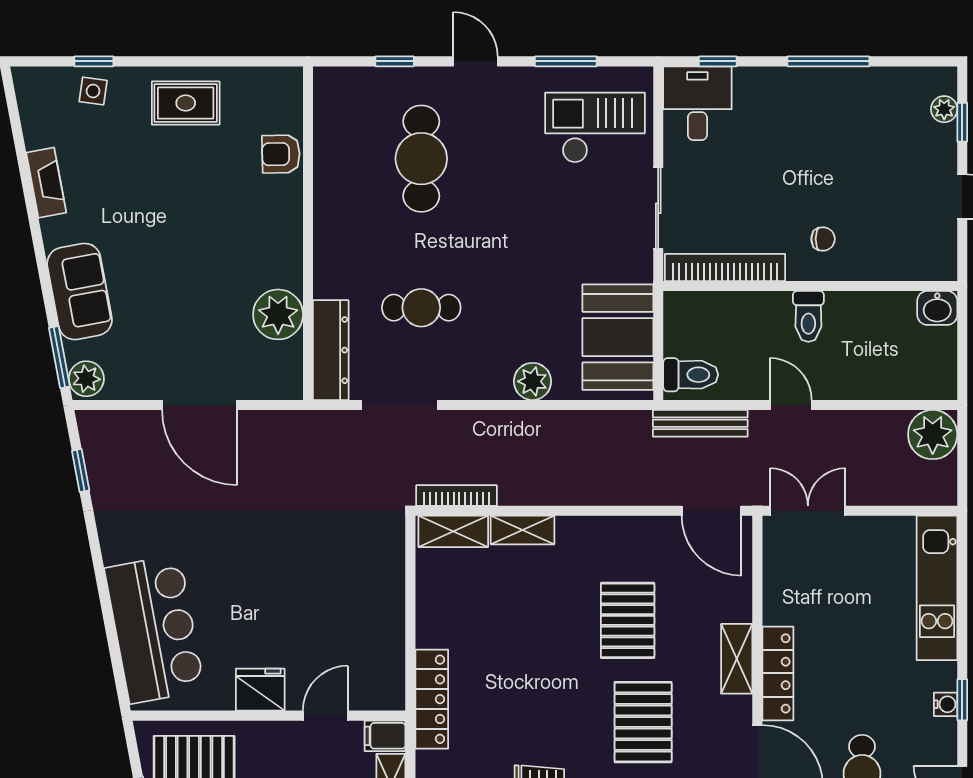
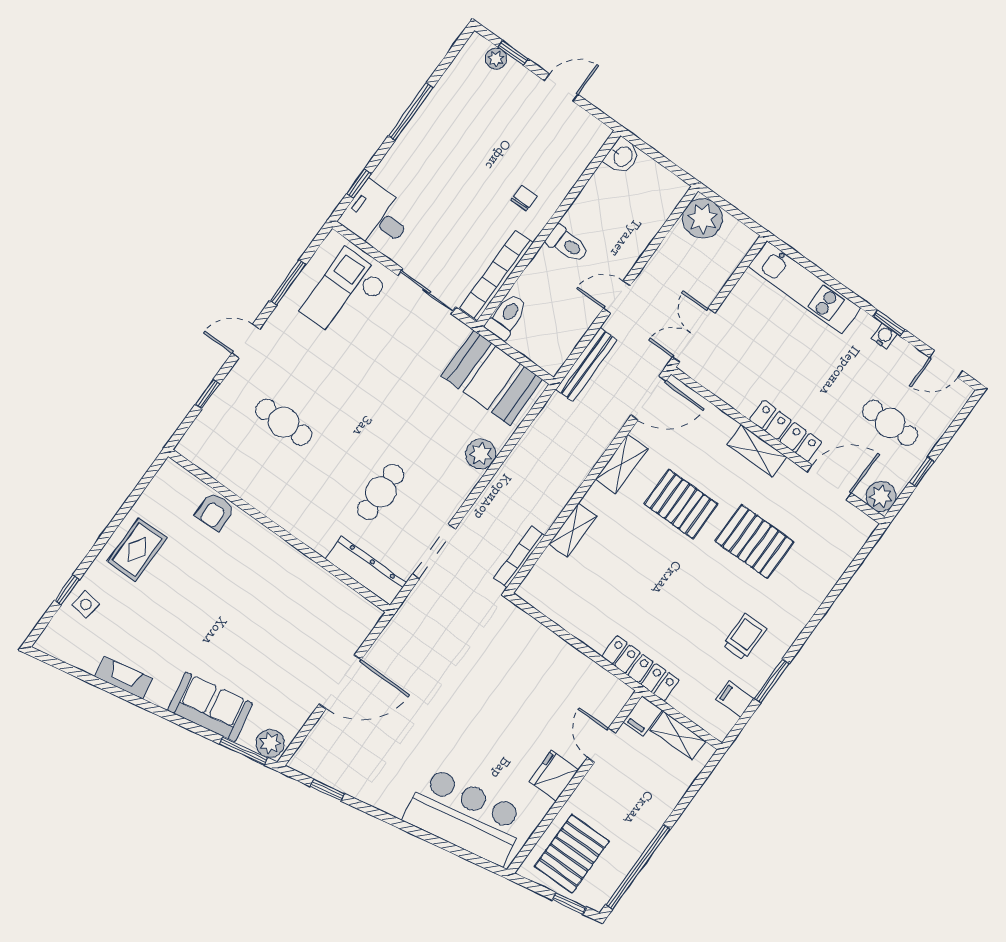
cafe table: (421, 159) -> (284, 422), width x0.73, depth x0.74
plant: (278, 314) -> (318, 588), removed
toilet: (691, 375) -> (507, 317), moved
shelving: (453, 531) -> (622, 464), moved

